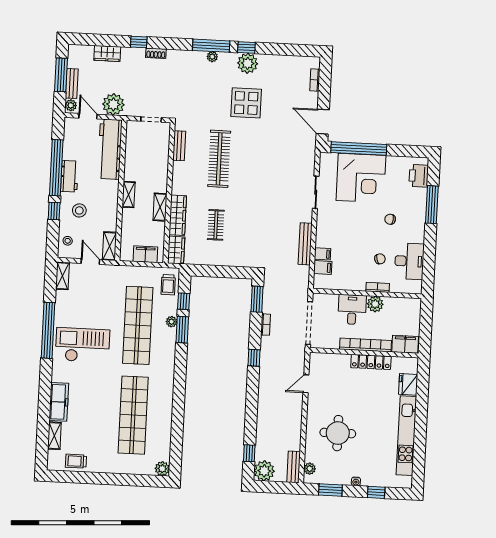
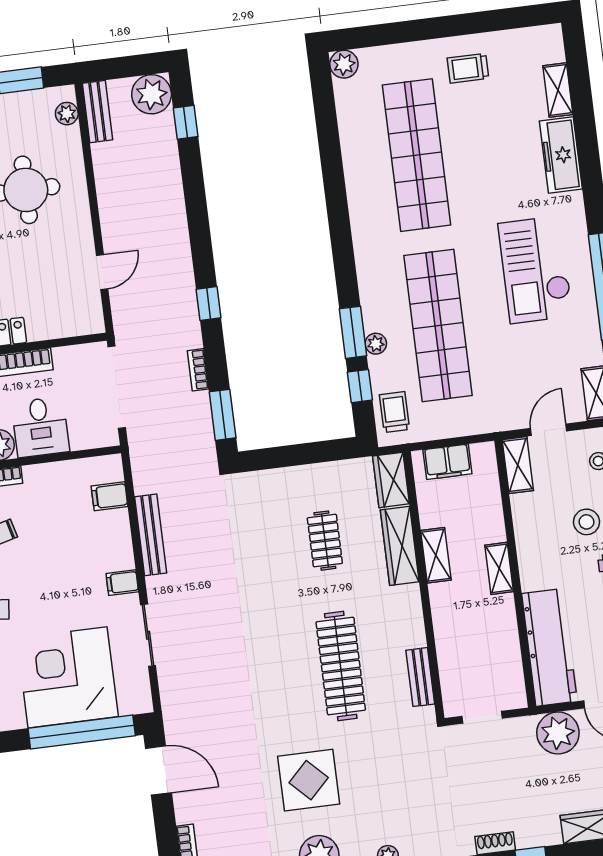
filing cabinet: (322, 254) -> (122, 583), moved
door: (90, 261) -> (549, 430), swing flipped
checkout: (82, 345) -> (535, 270), turned 90
trolley: (76, 461) -> (468, 68), moved, turned 180

